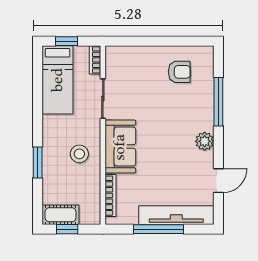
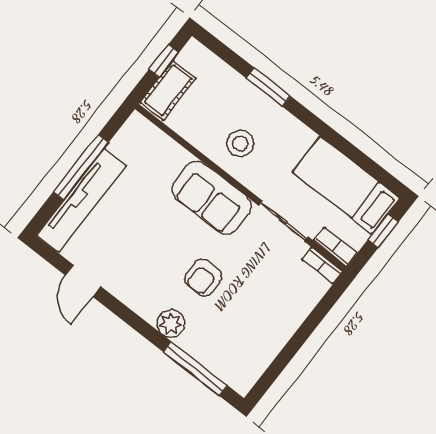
armchair: (179, 72) -> (203, 278), moved
window: (218, 102) -> (195, 369), moved
plant: (205, 141) -> (171, 323), moved
bookcase: (110, 196) -> (322, 266), moved, width x0.64
cot: (61, 215) -> (168, 90), moved

